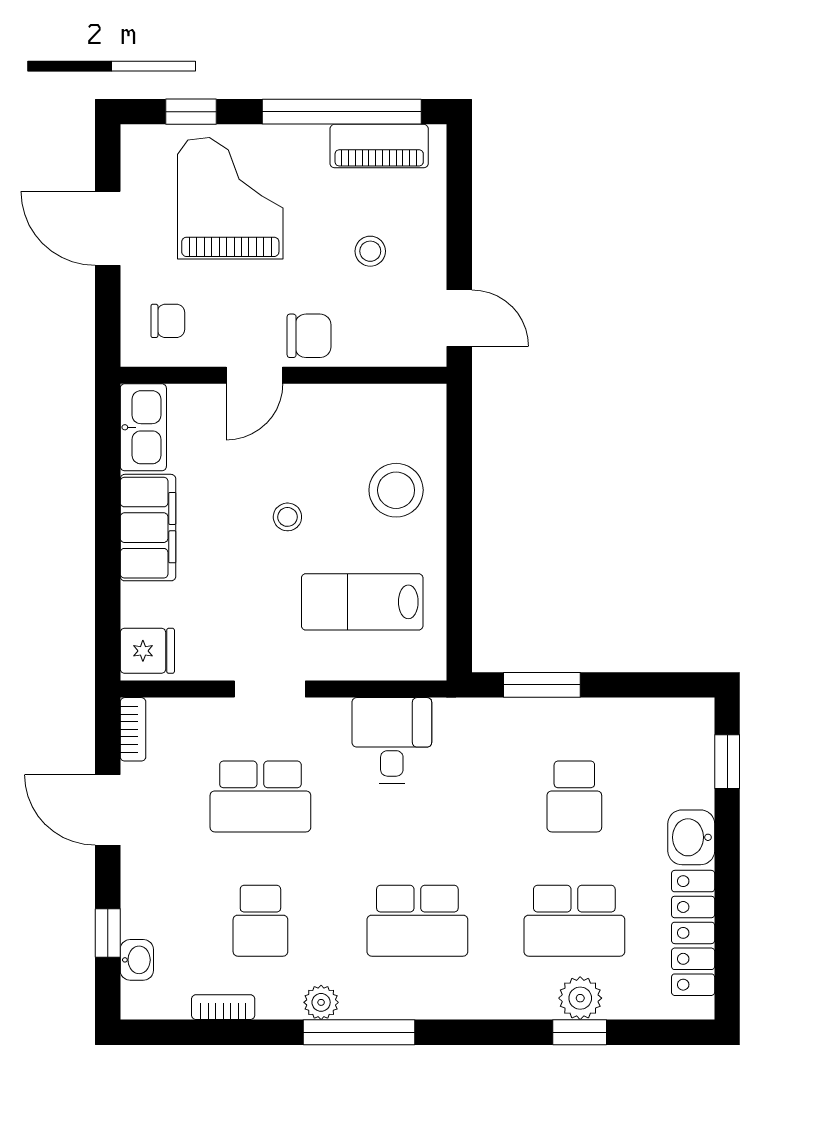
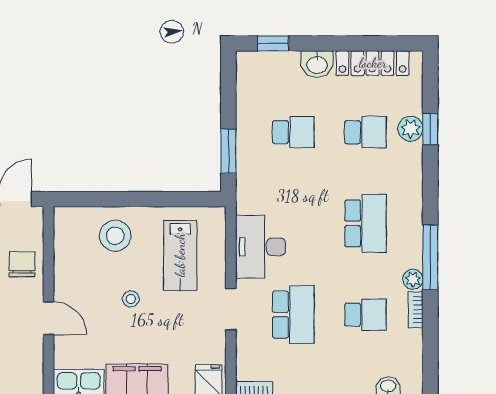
chair: (168, 321) -> (17, 368), removed
chair: (309, 336) -> (22, 264), moved
desk: (392, 740) -> (261, 247), width x1.37
school desk: (574, 921) -> (365, 132), width x0.54
bookcase: (223, 1007) -> (416, 310), moved

